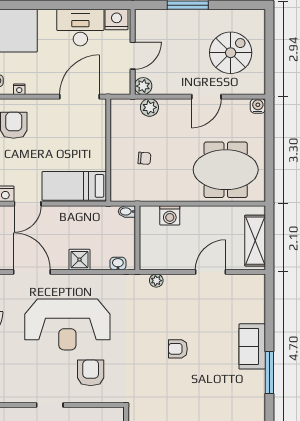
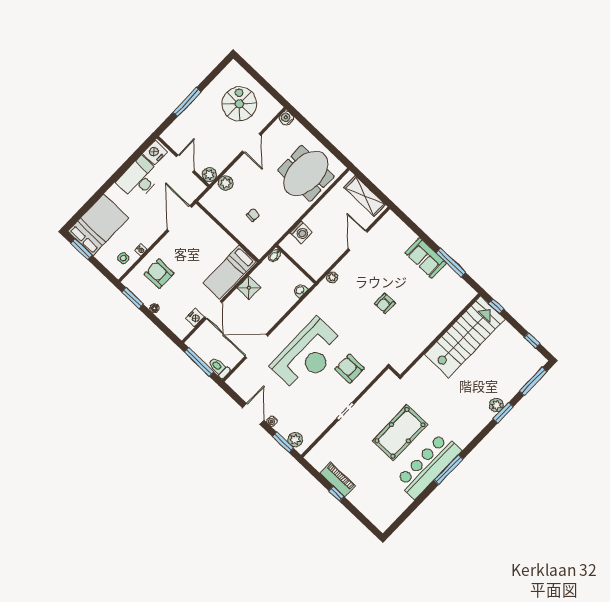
shower: (79, 260) -> (249, 288), moved

